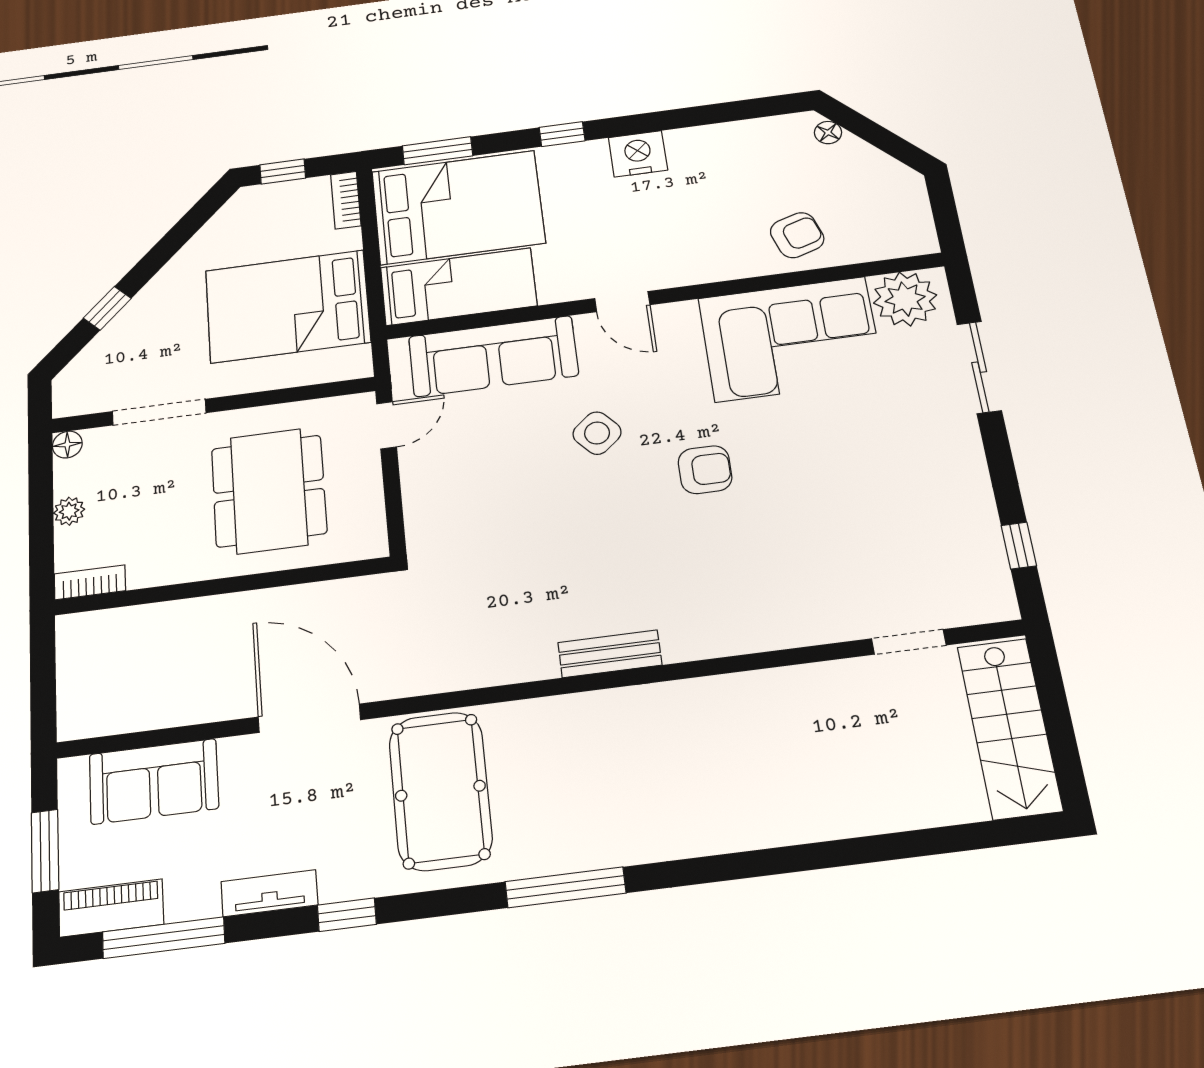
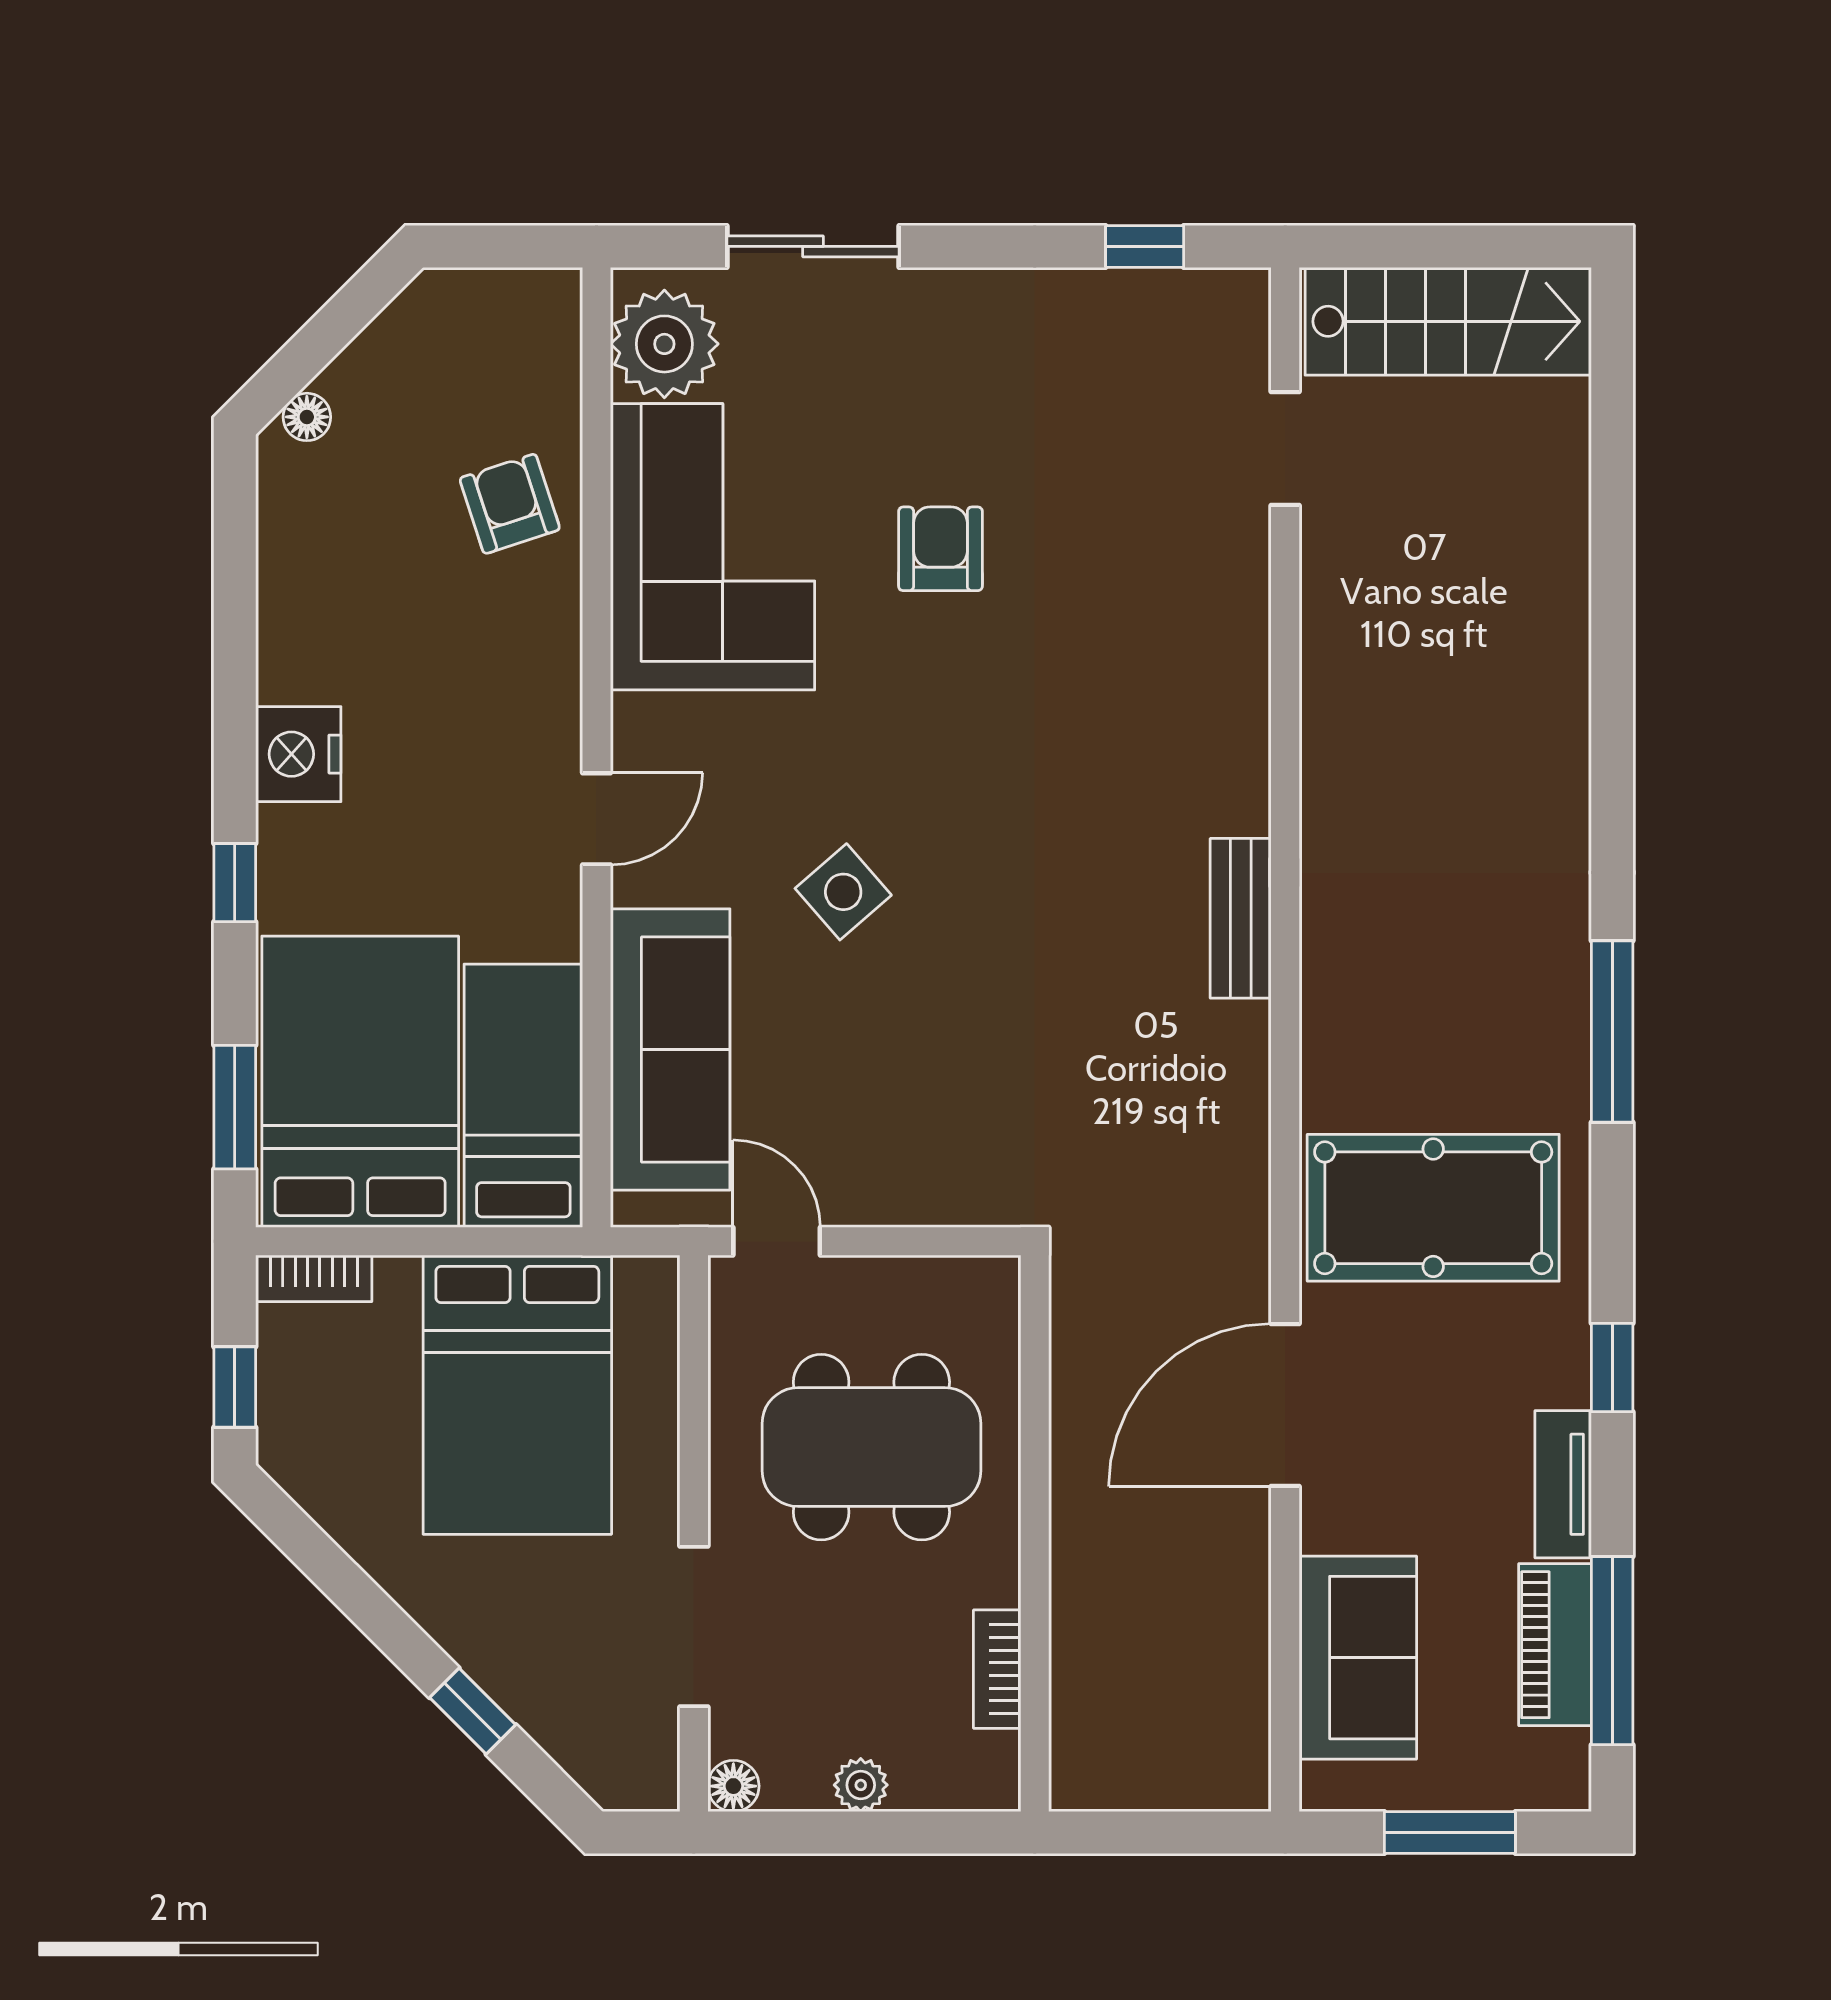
armchair: (705, 470) -> (940, 549), moved
bookcase: (90, 582) -> (997, 1669), moved
piano: (111, 908) -> (1555, 1645), moved

